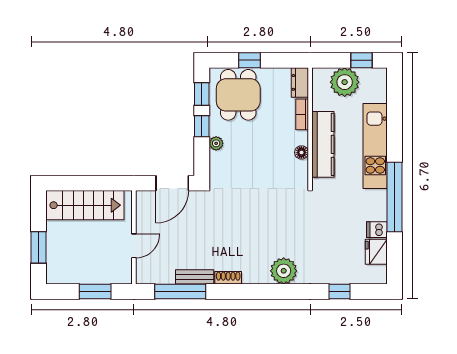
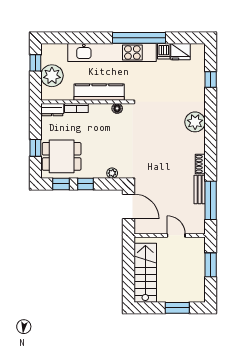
plant: (216, 143) -> (112, 173), moved
kitchen unit: (375, 146) -> (112, 53), width x1.36
floor lamp: (301, 152) -> (117, 108), moved

